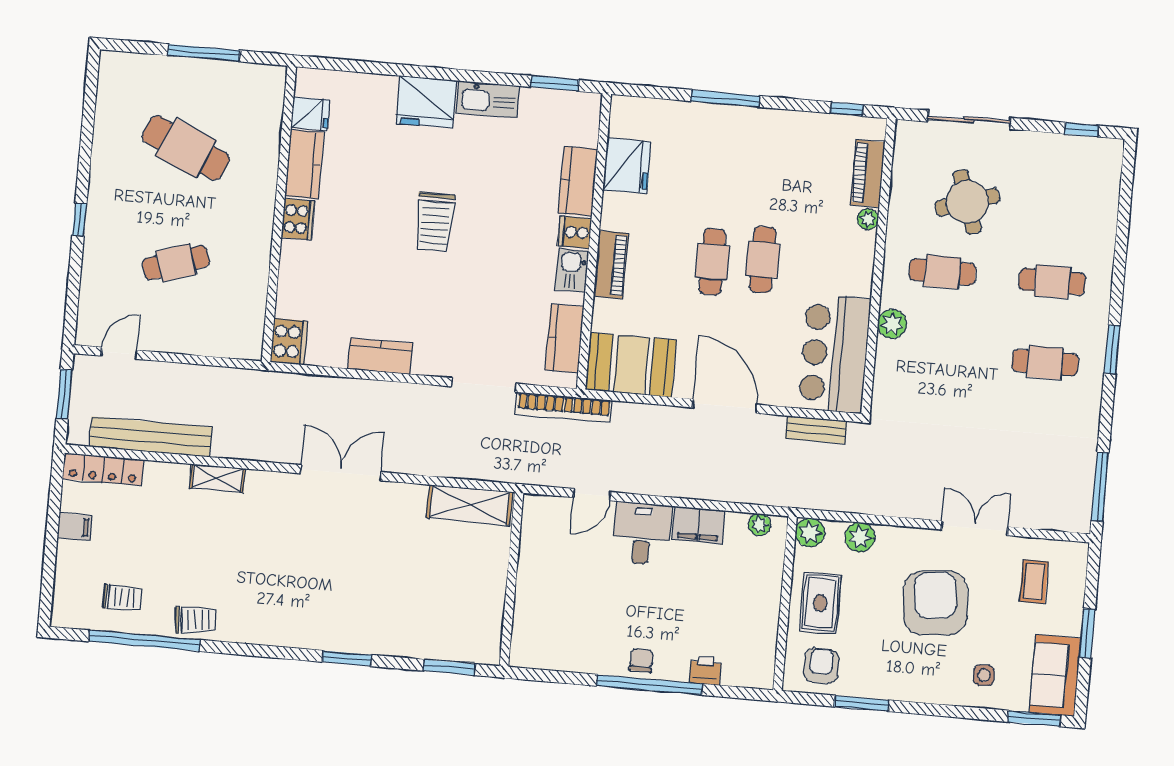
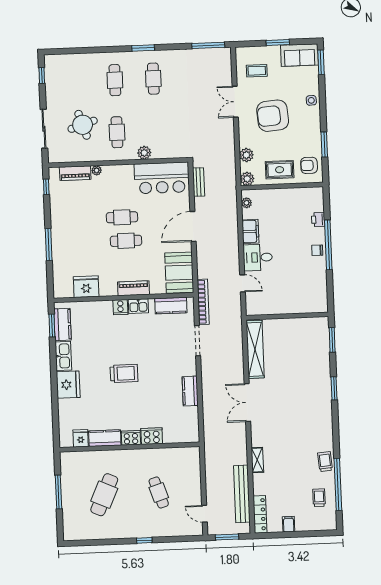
kitchen counter: (578, 181) -> (62, 324), moved, turned -90
cooker: (289, 342) -> (152, 436), moved
shelving: (469, 505) -> (255, 349), width x1.47
side table: (984, 675) -> (311, 100), moved

